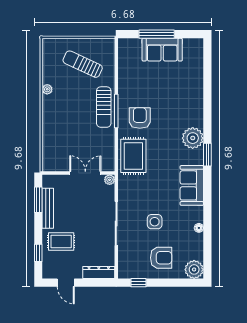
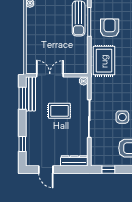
double door: (85, 173) -> (50, 75), moved
bench: (48, 208) -> (30, 94), moved
rug: (61, 242) -> (59, 111), moved

